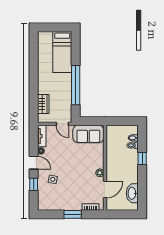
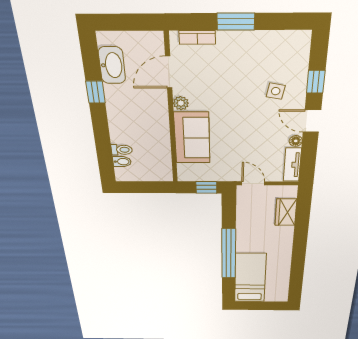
window: (76, 85) -> (229, 254), moved
window: (88, 121) -> (206, 187), added
sofa: (88, 134) -> (192, 138), moved, turned 90
window: (142, 159) -> (96, 92), moved

